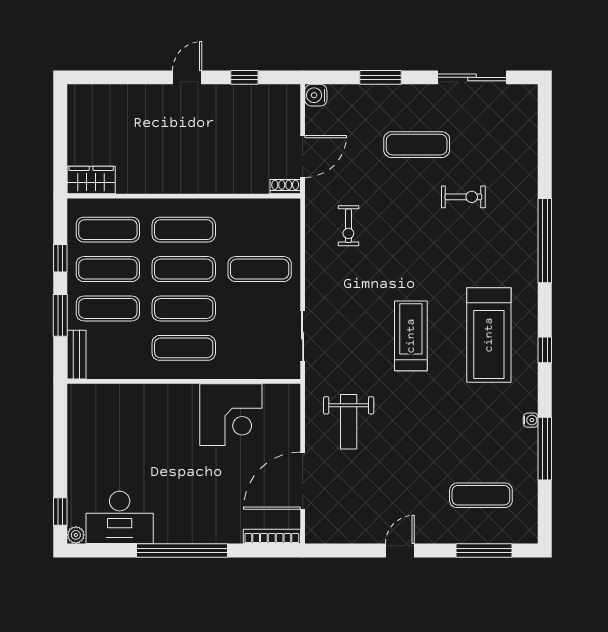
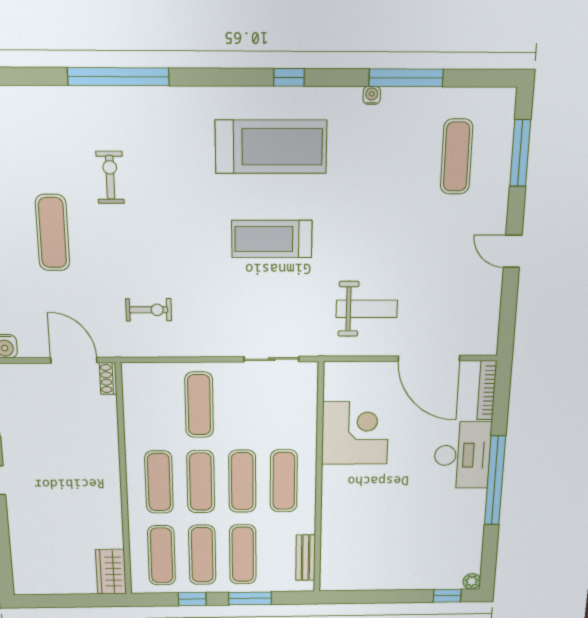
window: (545, 241) -> (118, 77), moved
bench: (76, 355) -> (306, 558), moved, turned 90
desk: (120, 517) -> (462, 455), moved

